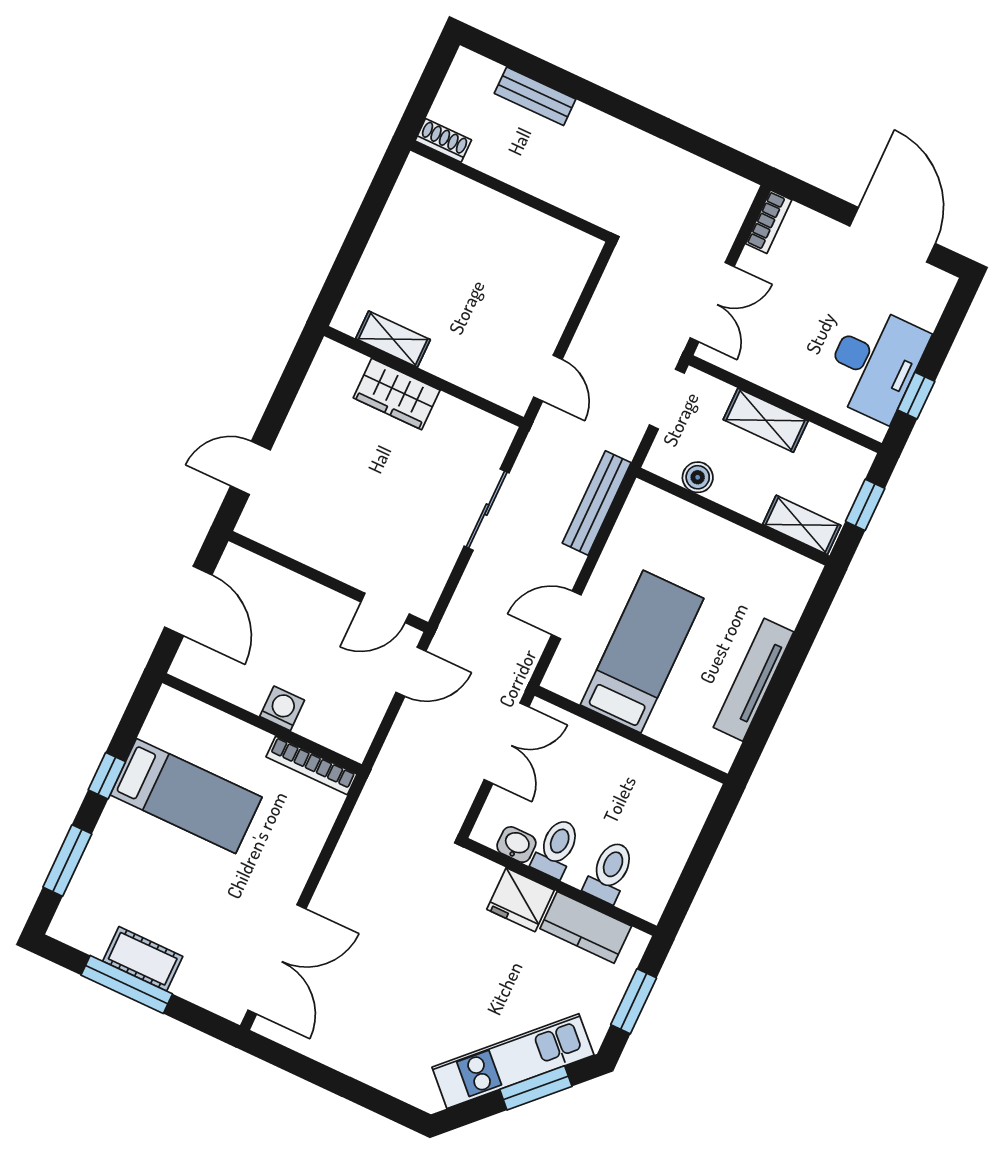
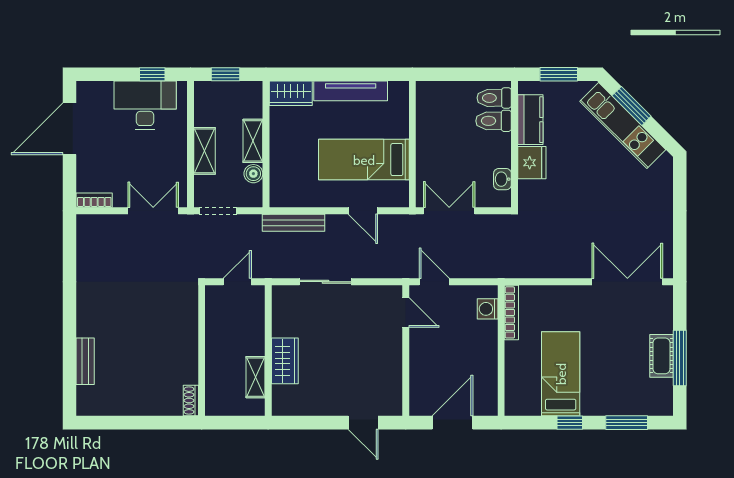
shoe rack: (443, 140) -> (191, 401), moved
wall: (510, 191) -> (202, 351), moved
shelving: (802, 525) -> (253, 141), moved
wardrobe: (791, 589) -> (291, 93), added
washing machine: (282, 708) -> (488, 309), moved
toilet: (556, 848) -> (494, 98), moved

